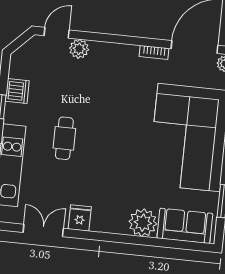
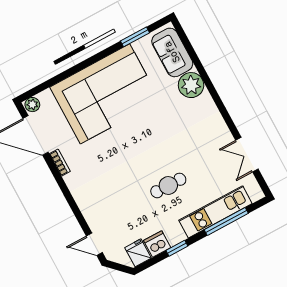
plant: (79, 49) -> (95, 220), removed
fridge: (80, 218) -> (138, 253), moved, turned 90

